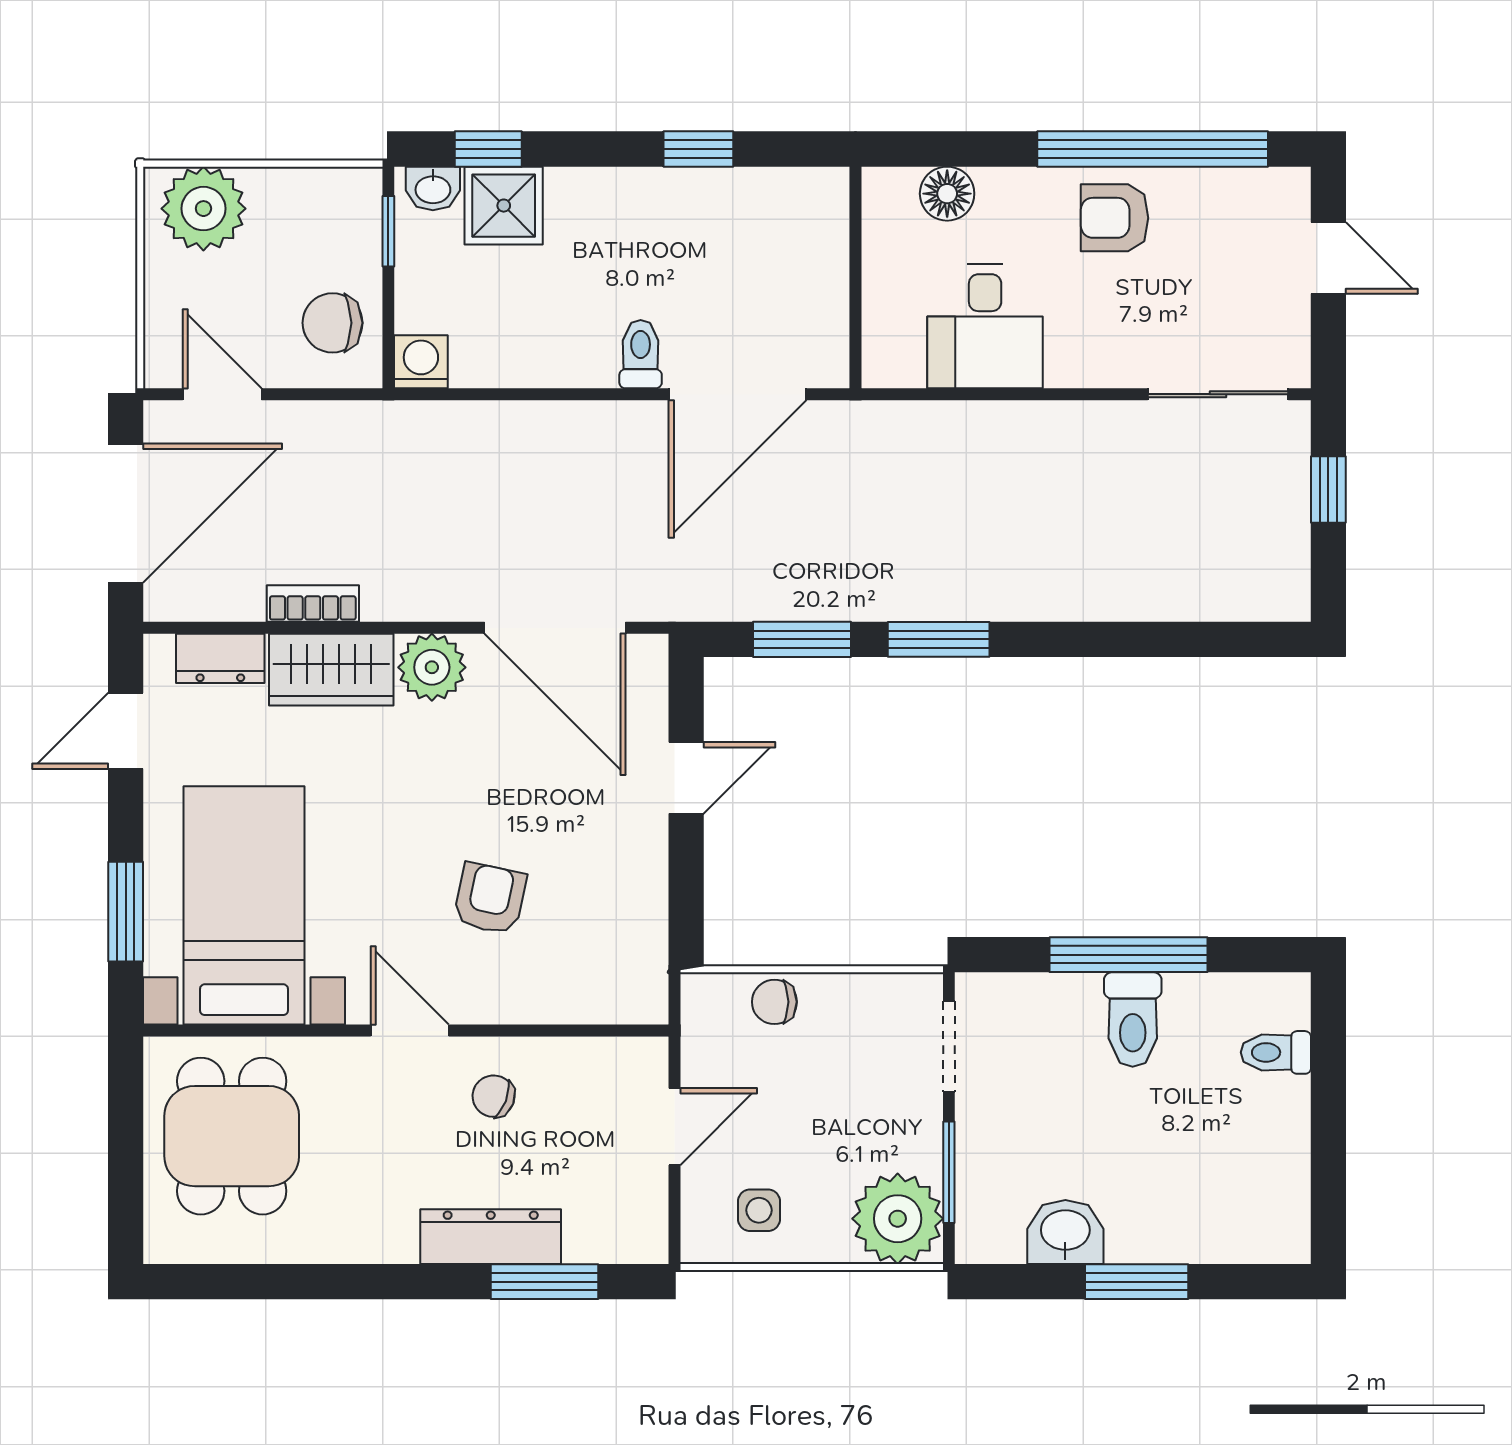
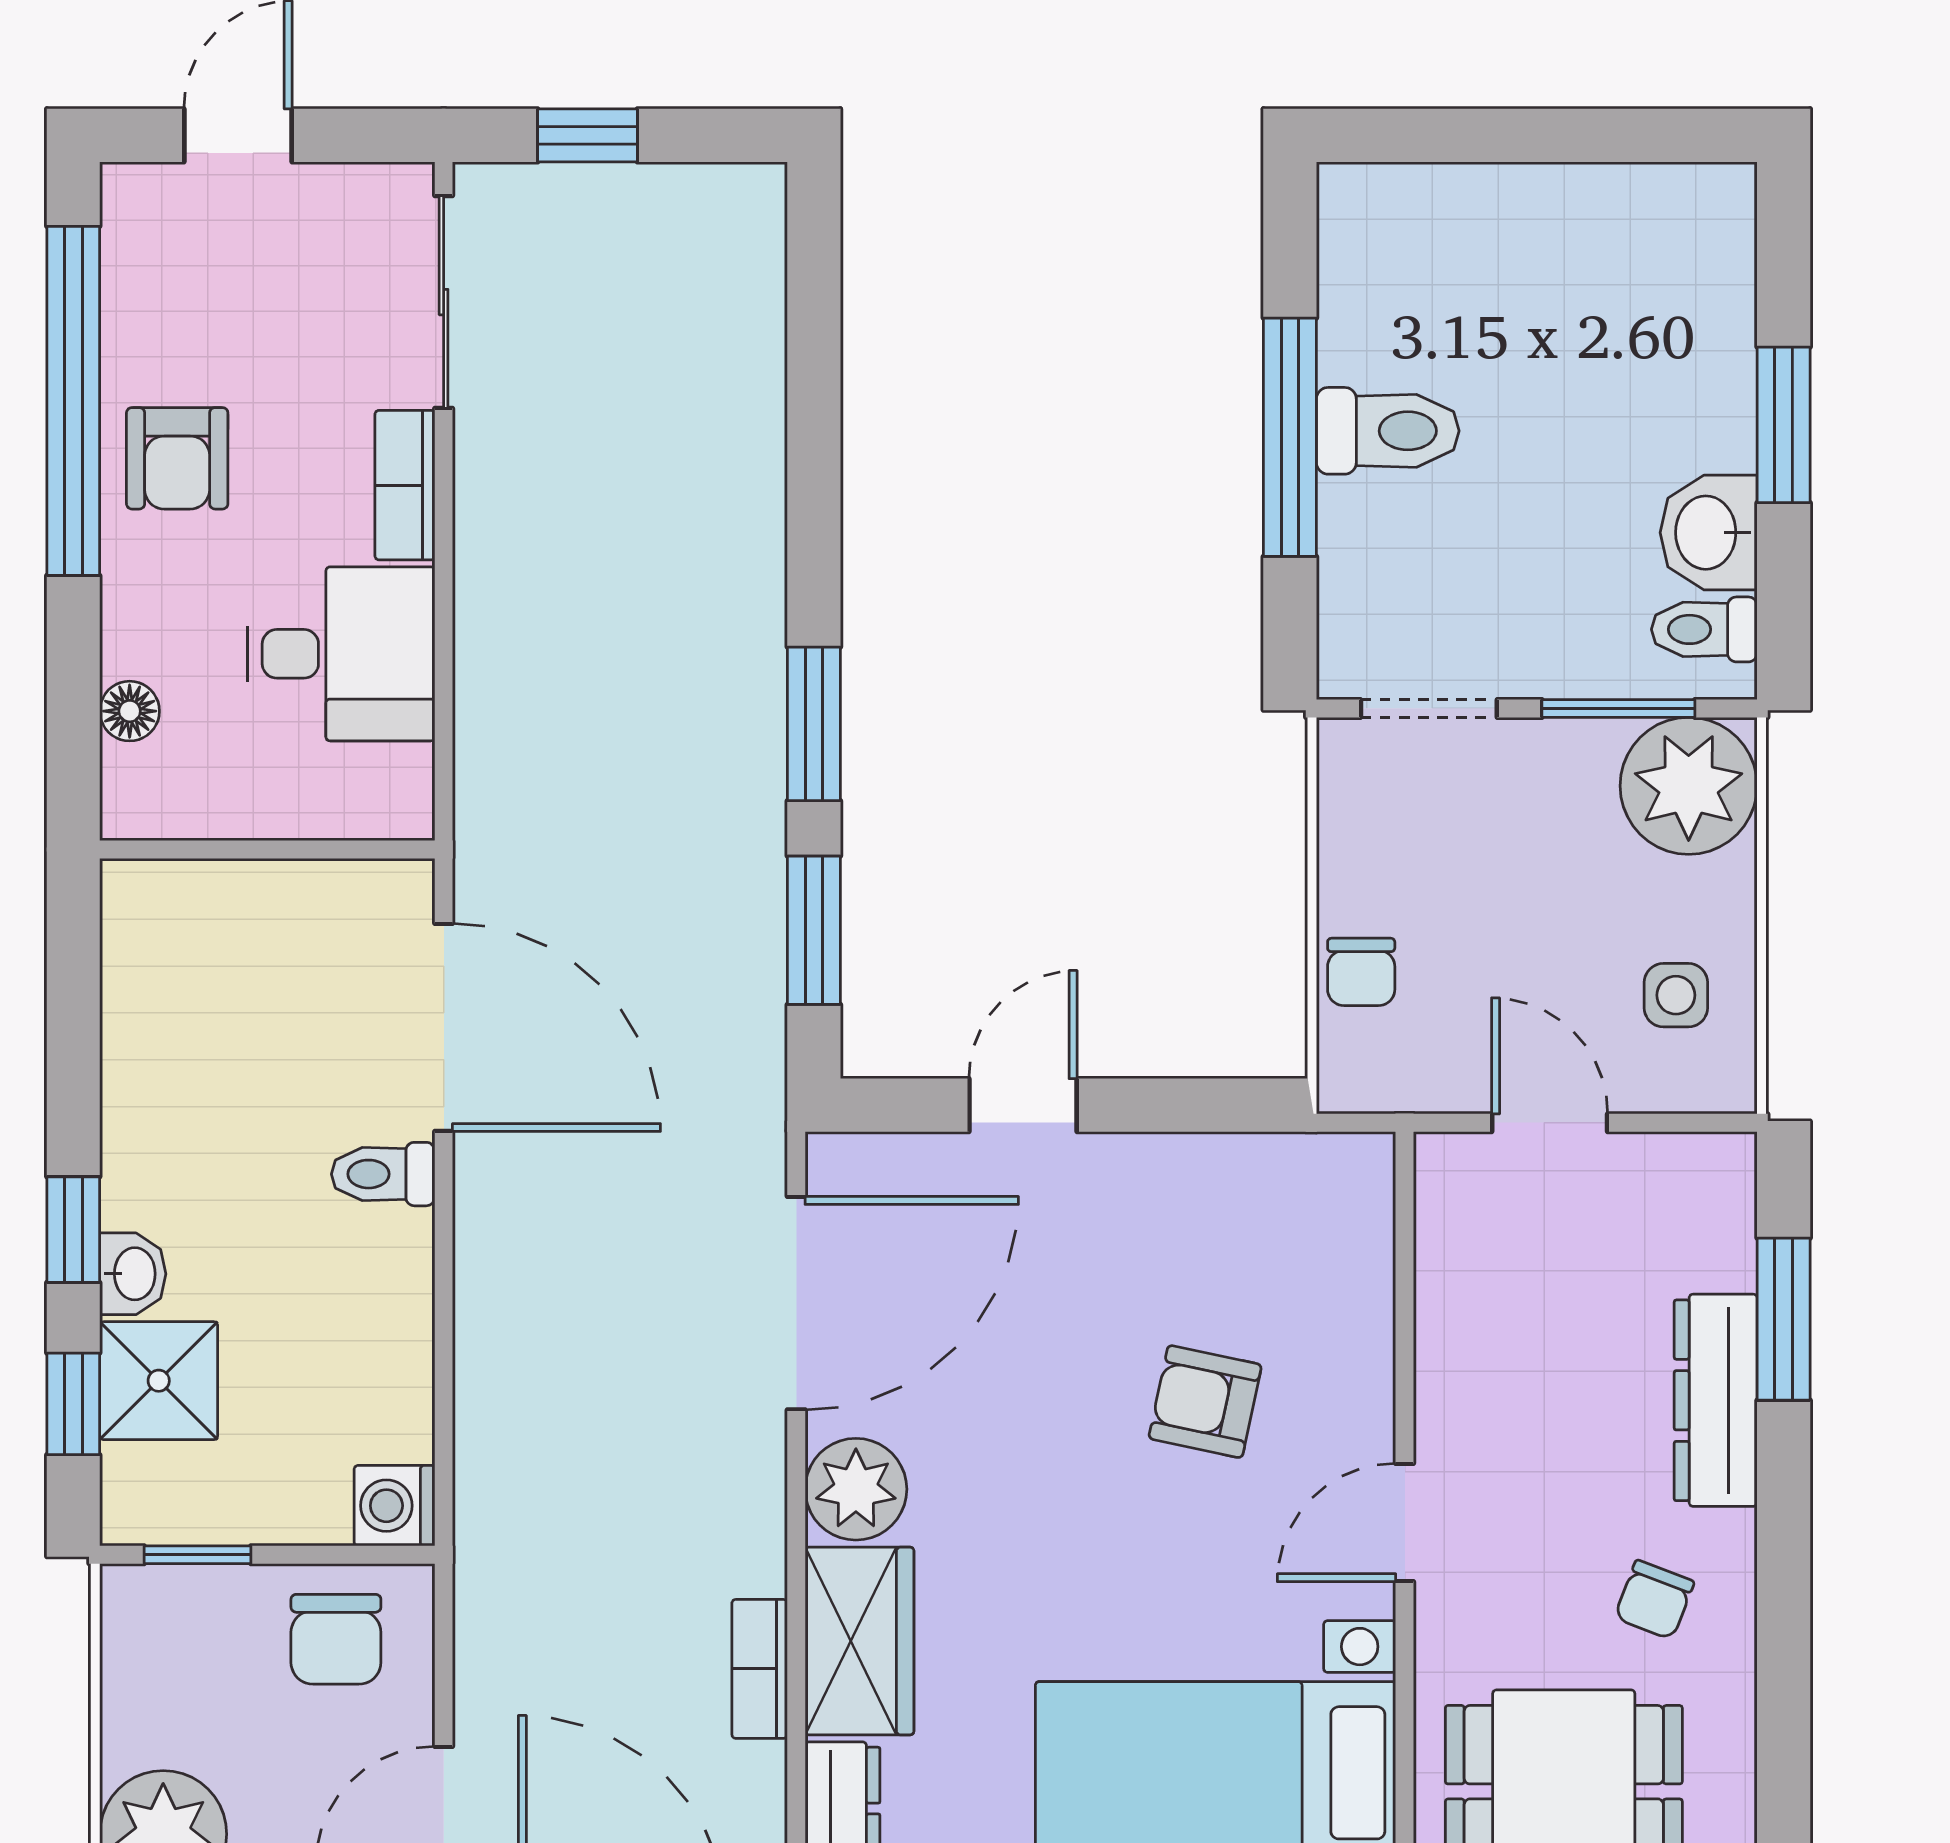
window: (698, 149) -> (73, 1230), moved
washbasin: (433, 188) -> (133, 1274), moved
floor lamp: (947, 194) -> (130, 711), width x0.73, depth x0.73
bookcase: (1097, 369) -> (405, 485), added
door: (686, 778) -> (1023, 1105), hinge flipped
toilet: (1276, 1052) -> (1704, 629), moved, turned 90
chair: (494, 1096) -> (1654, 1600), moved

